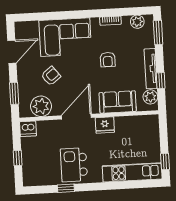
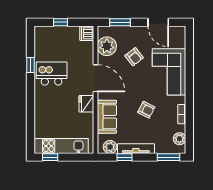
armchair: (108, 60) -> (146, 110), turned -153
kitchen unit: (132, 172) -> (61, 146), moved, turned -90

